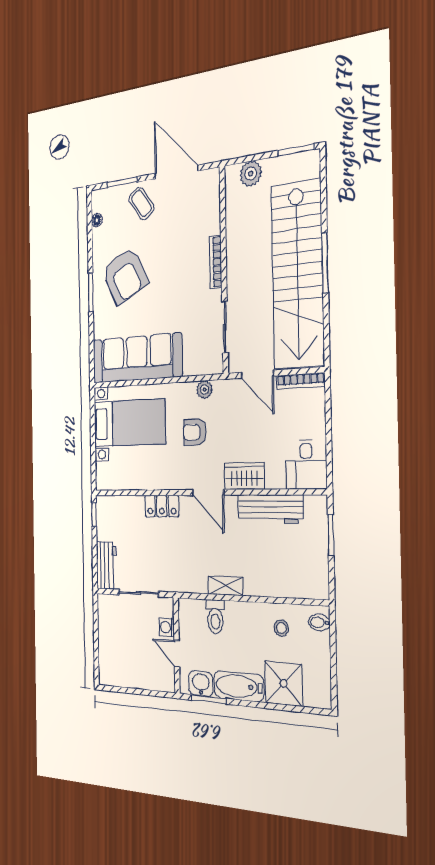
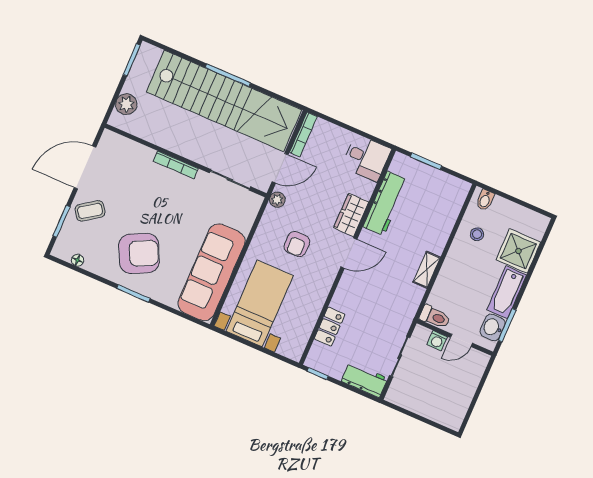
plant: (205, 390) -> (277, 200), moved
locker: (162, 506) -> (330, 327), moved
toilet: (215, 617) -> (435, 317), moved

